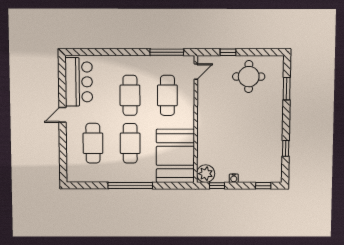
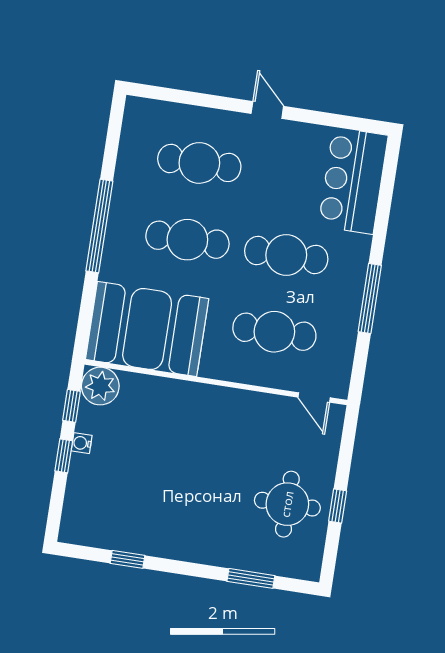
window: (167, 52) -> (370, 298), moved
window: (228, 52) -> (338, 506), moved
bar counter: (79, 82) -> (353, 181), moved, turned 90
window: (263, 186) -> (64, 456), moved

